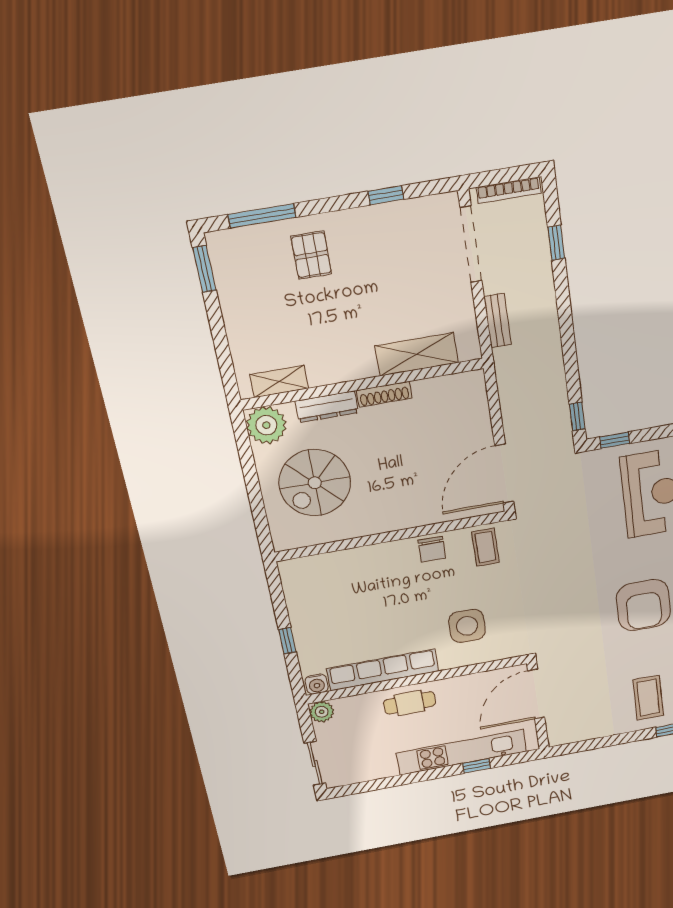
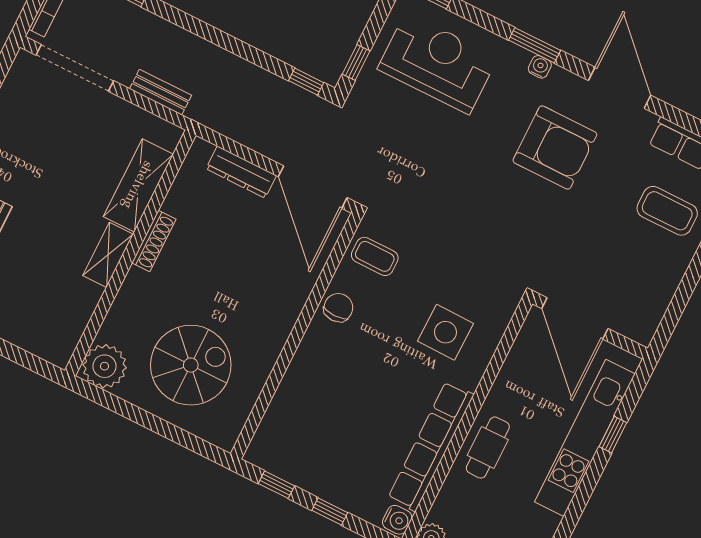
shelving: (279, 382) -> (108, 255), moved
dresser: (327, 407) -> (241, 172), moved, turned 90
spiral stairs: (315, 483) -> (191, 365), turned -90
chair: (432, 549) -> (338, 308), turned -91
window: (277, 596) -> (276, 485), added

